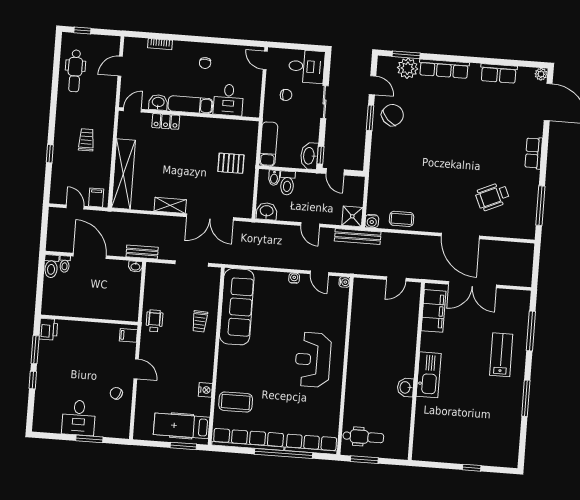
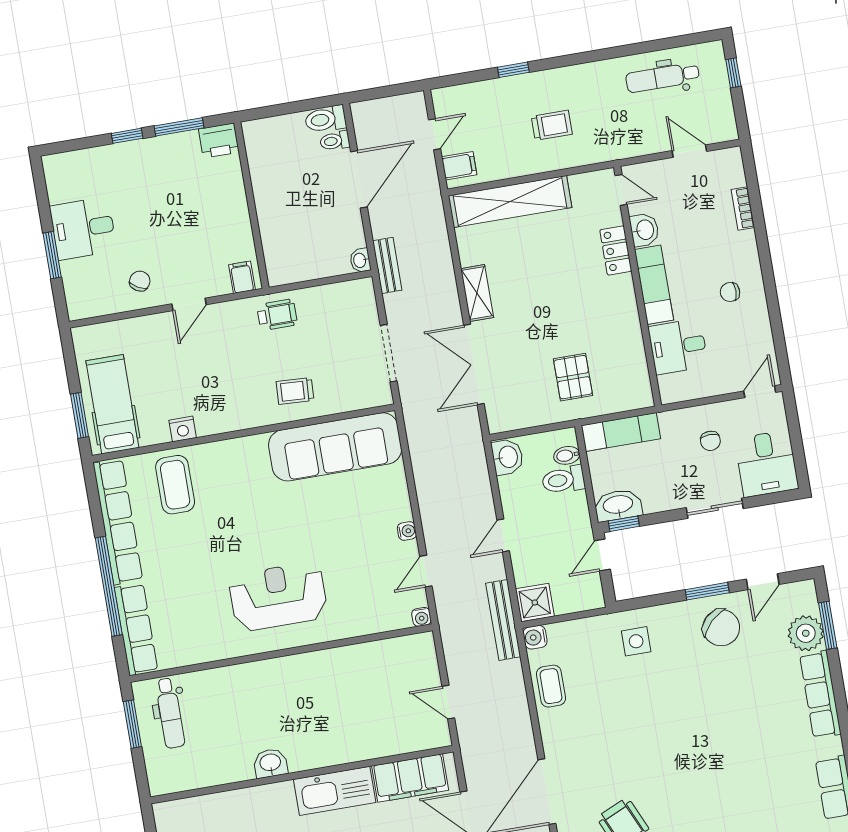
side table: (388, 165) -> (636, 641), added
kitchen sink: (429, 375) -> (335, 791), moved

